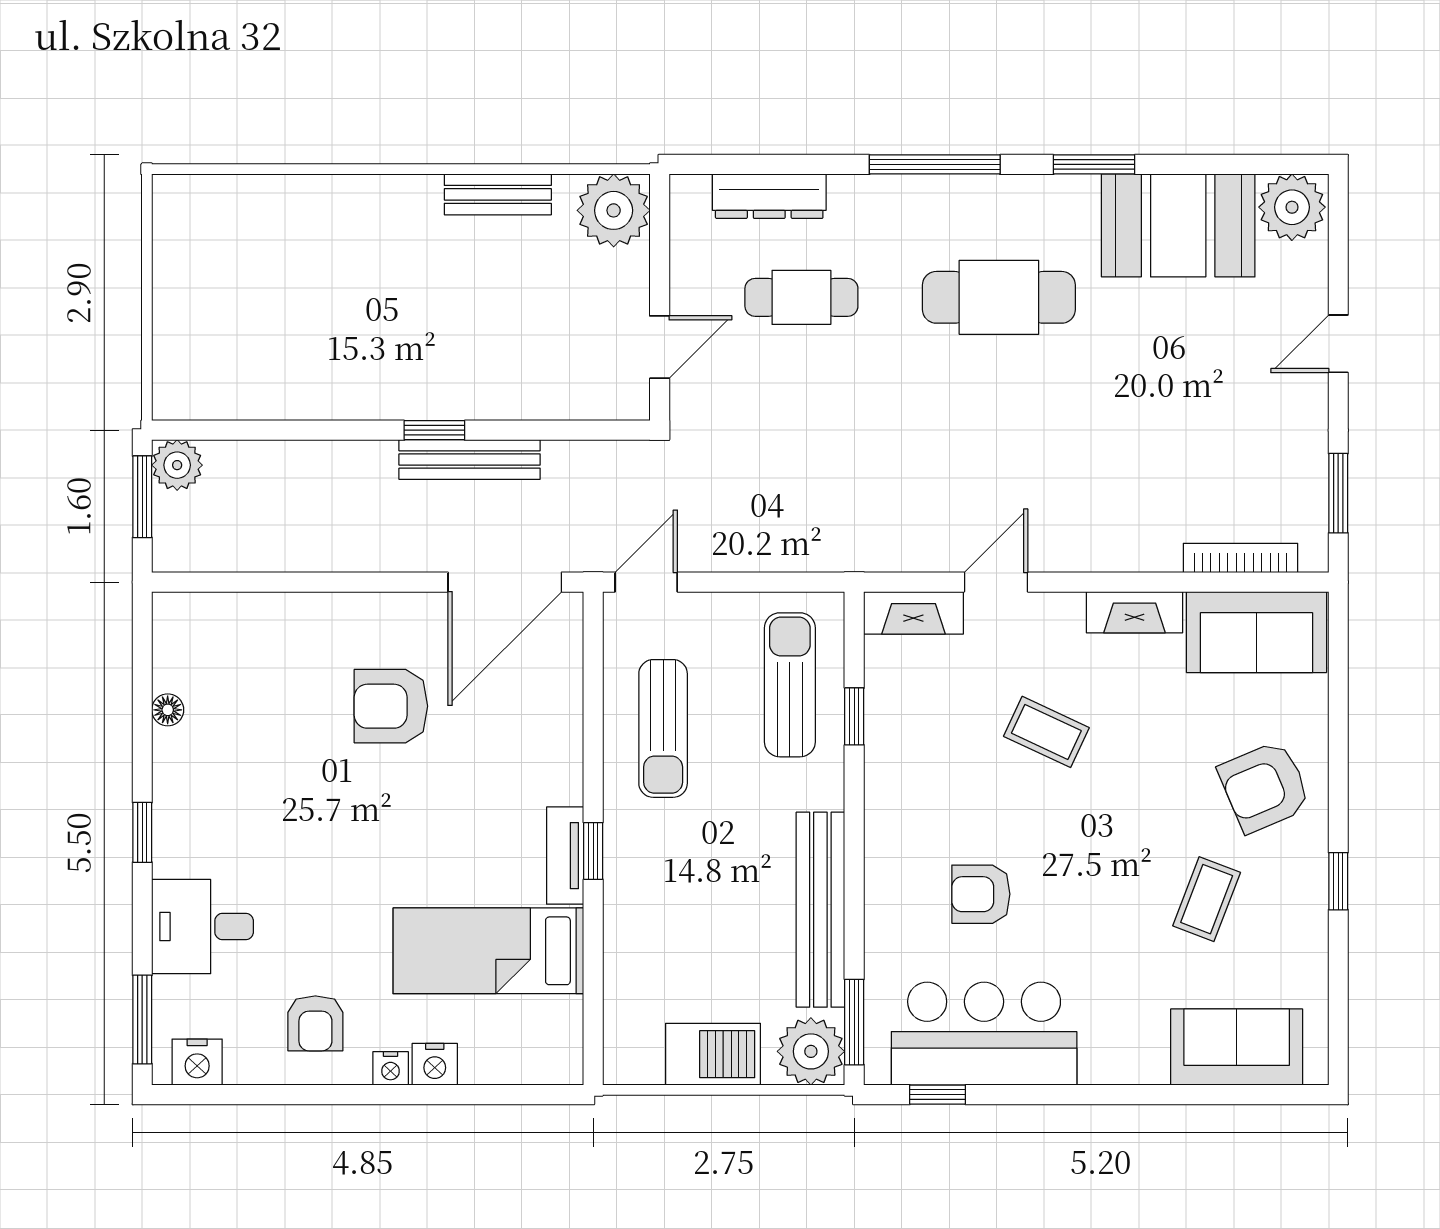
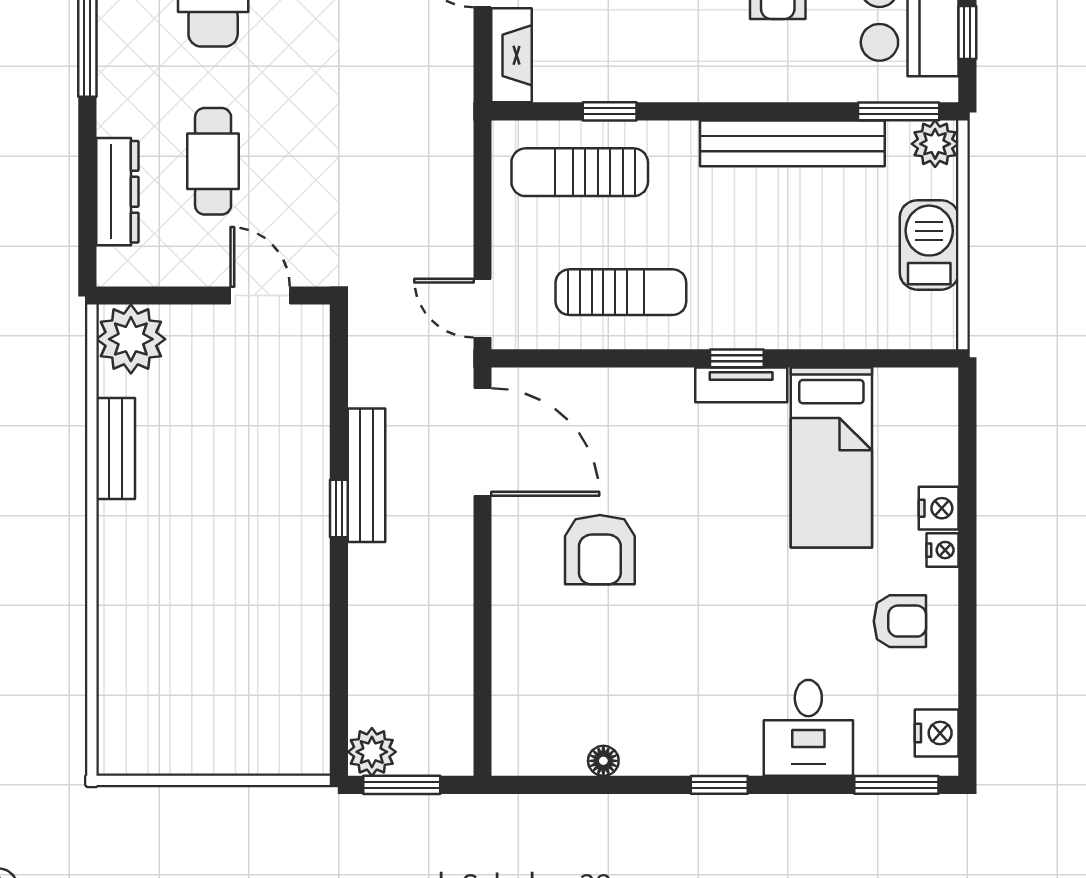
plant: (811, 1051) -> (935, 144), width x0.73, depth x0.73

